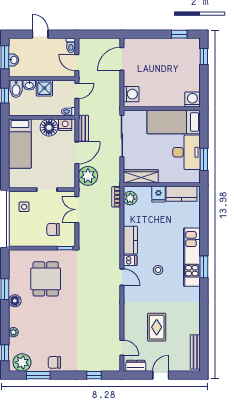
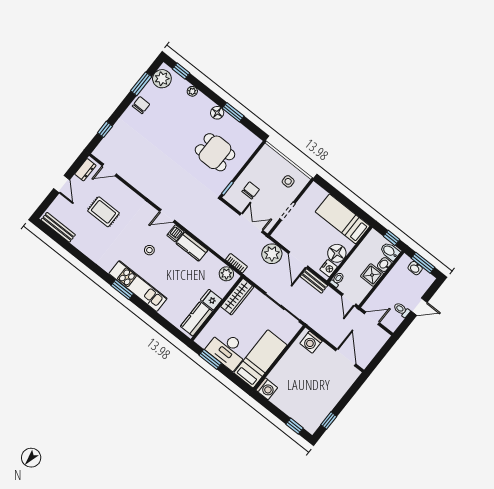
toilet: (71, 45) -> (402, 310), moved

